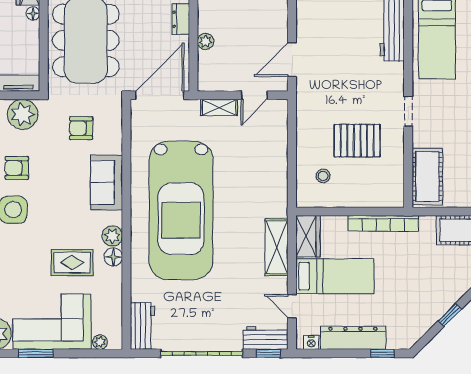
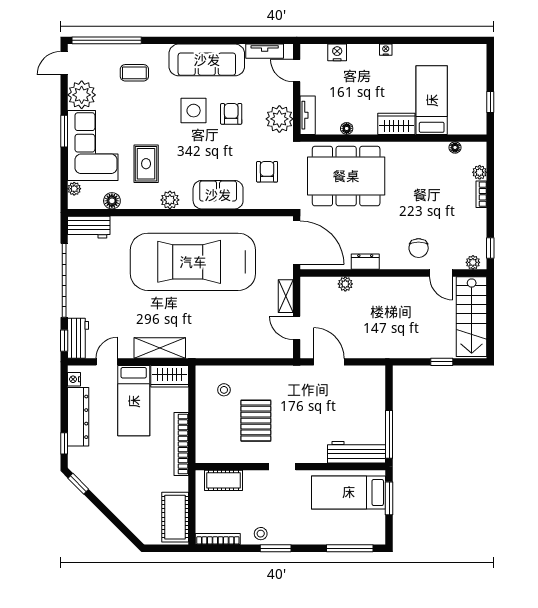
floor lamp: (33, 13) -> (347, 128), moved
cot: (427, 176) -> (223, 480), width x0.73, depth x0.75
floor lamp: (113, 257) -> (112, 201), moved
window: (450, 315) -> (78, 484), moved

